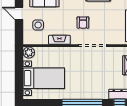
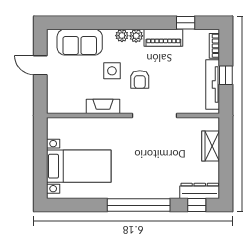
side table: (38, 25) -> (112, 71), moved
plant: (29, 53) -> (55, 126), removed

